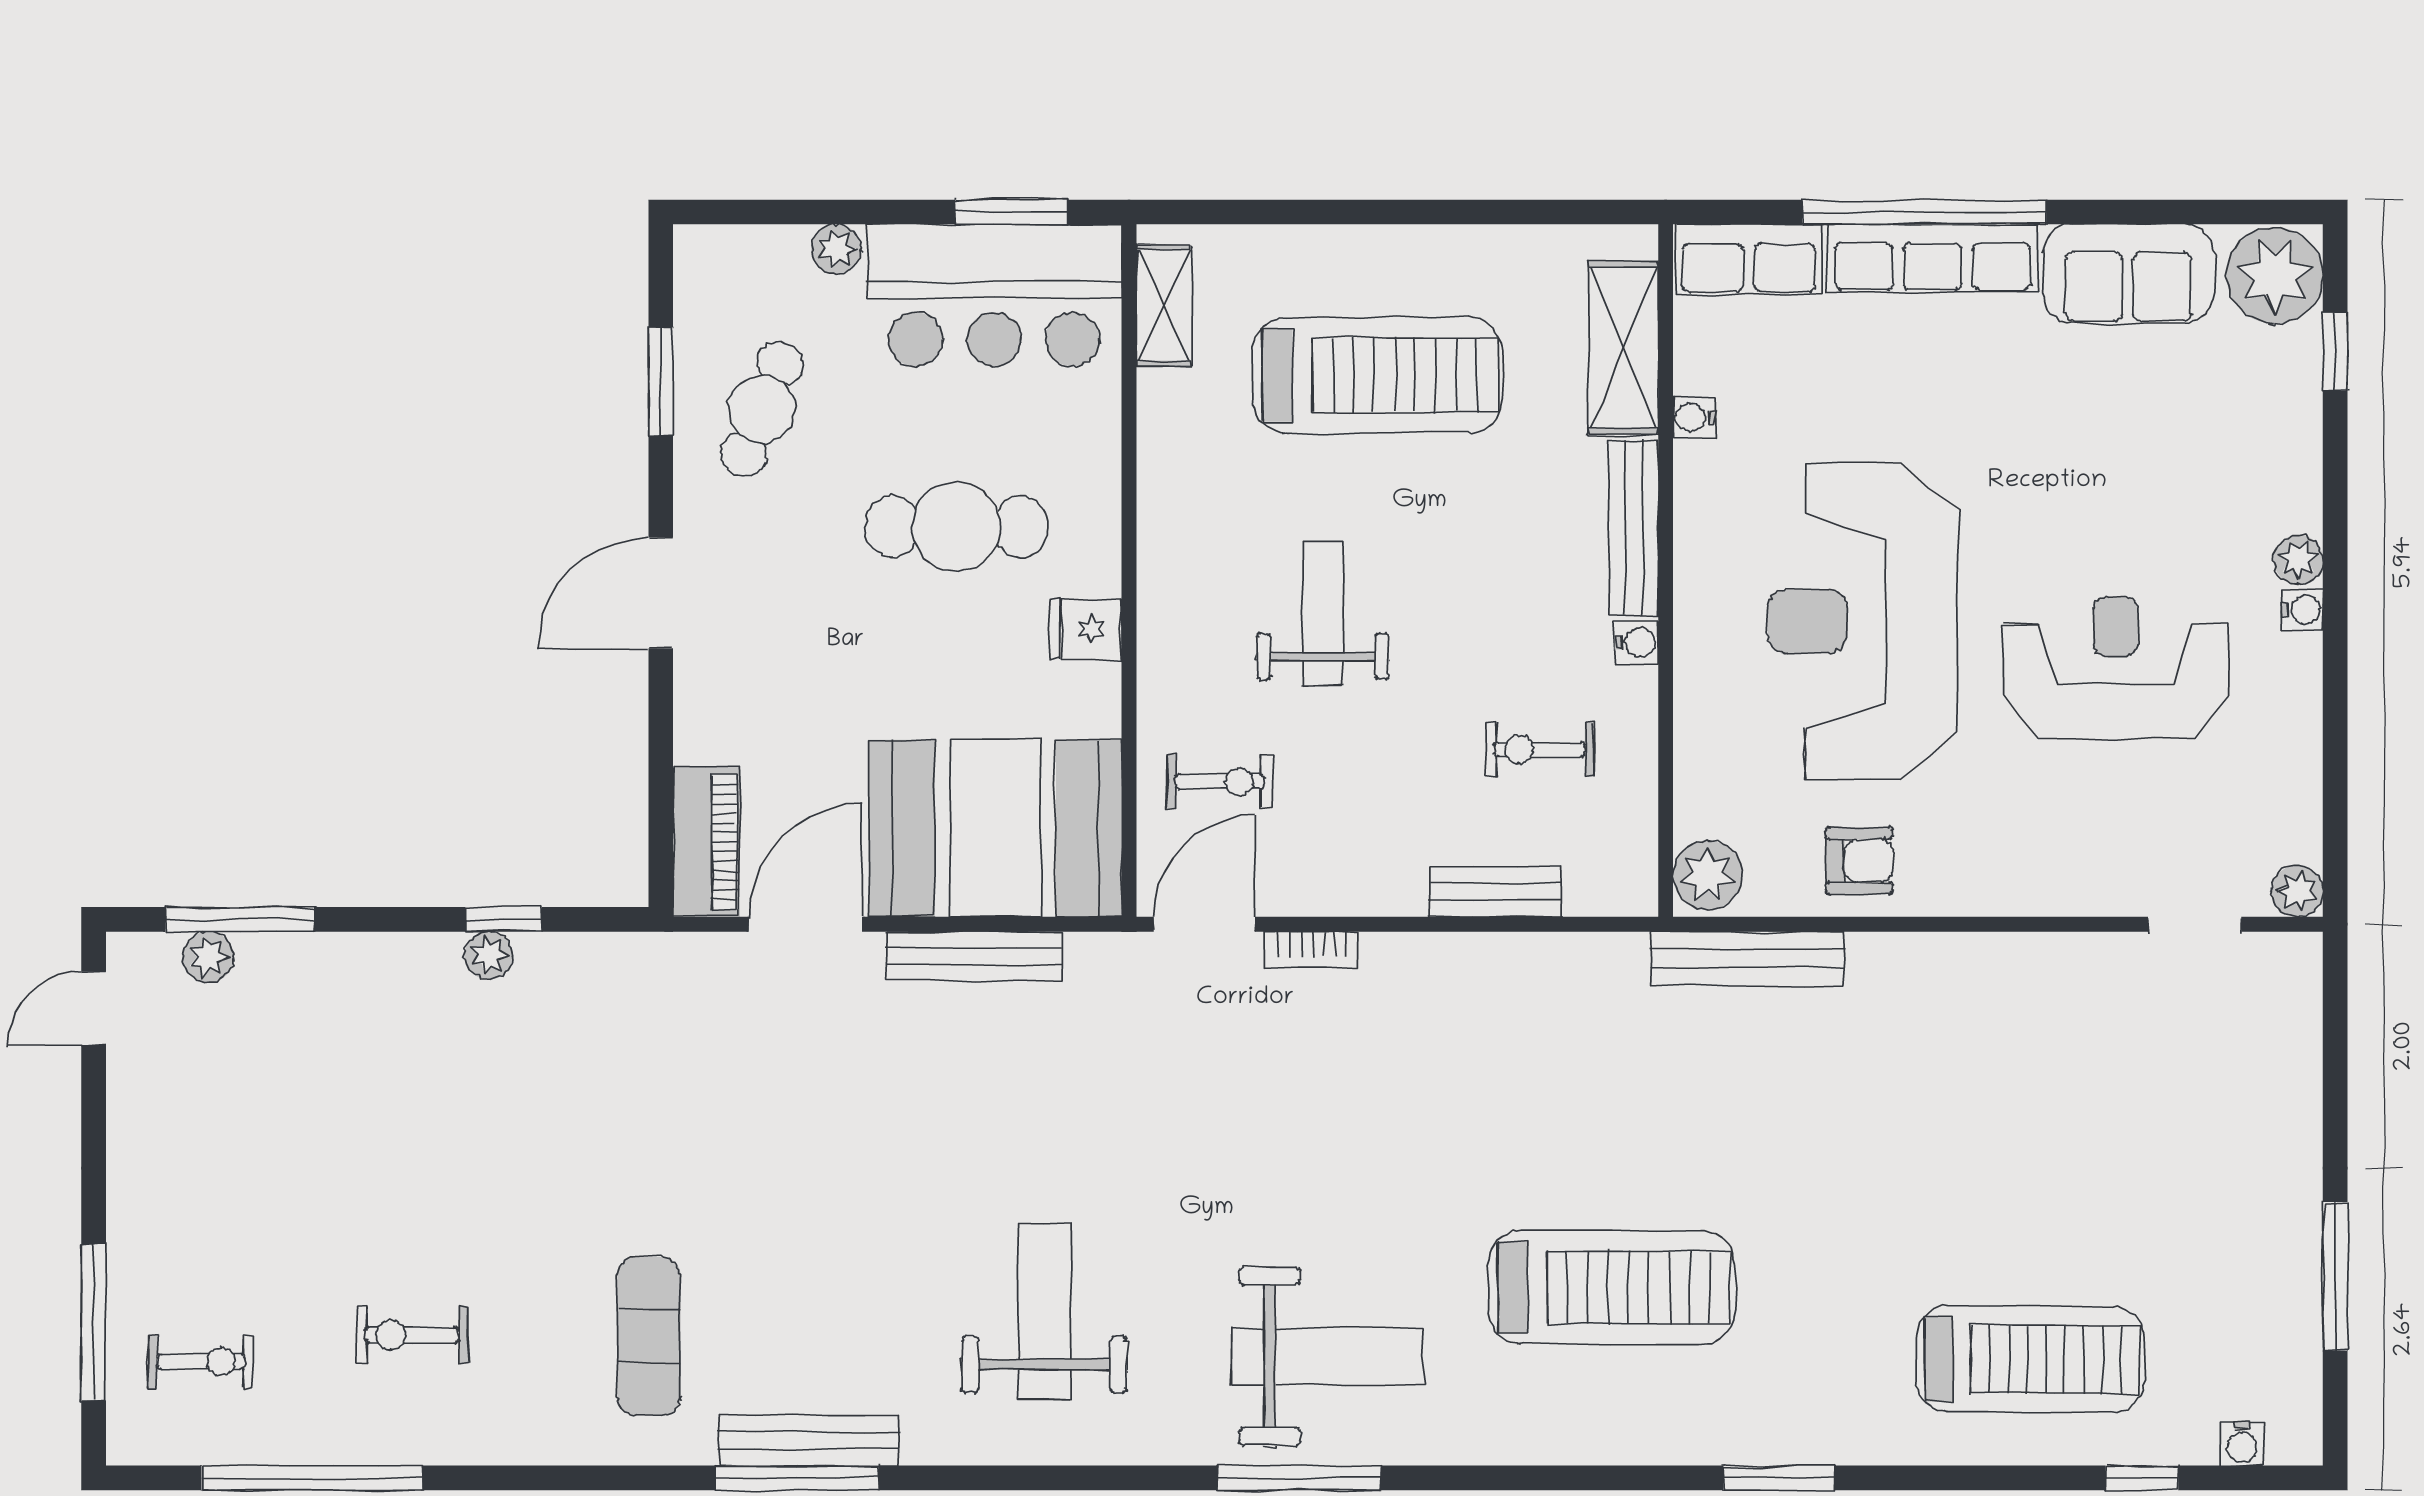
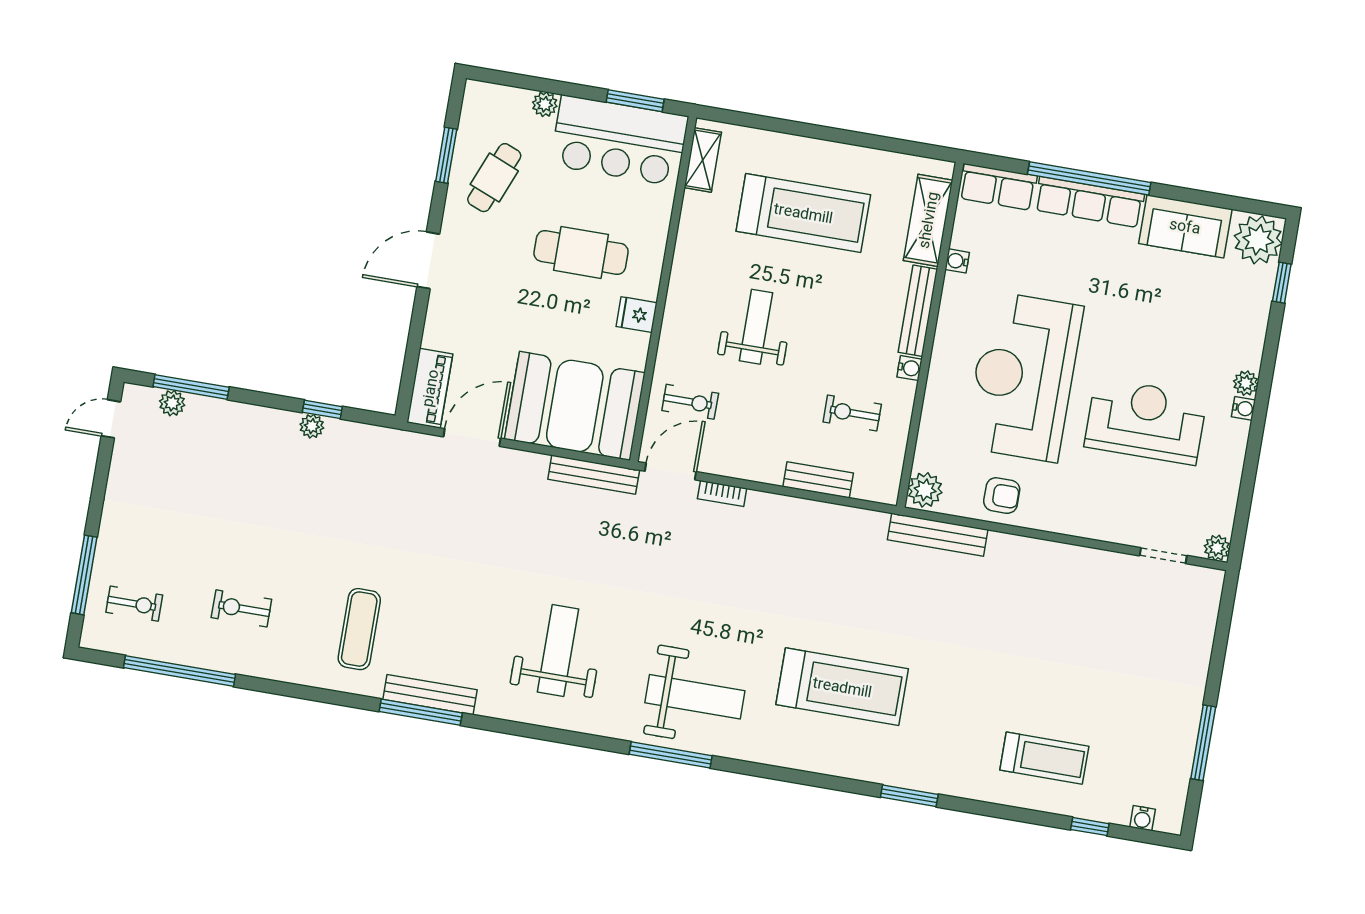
bench: (974, 956) -> (594, 475), moved
treadmill: (2030, 1359) -> (1044, 758), width x0.73, depth x0.73

